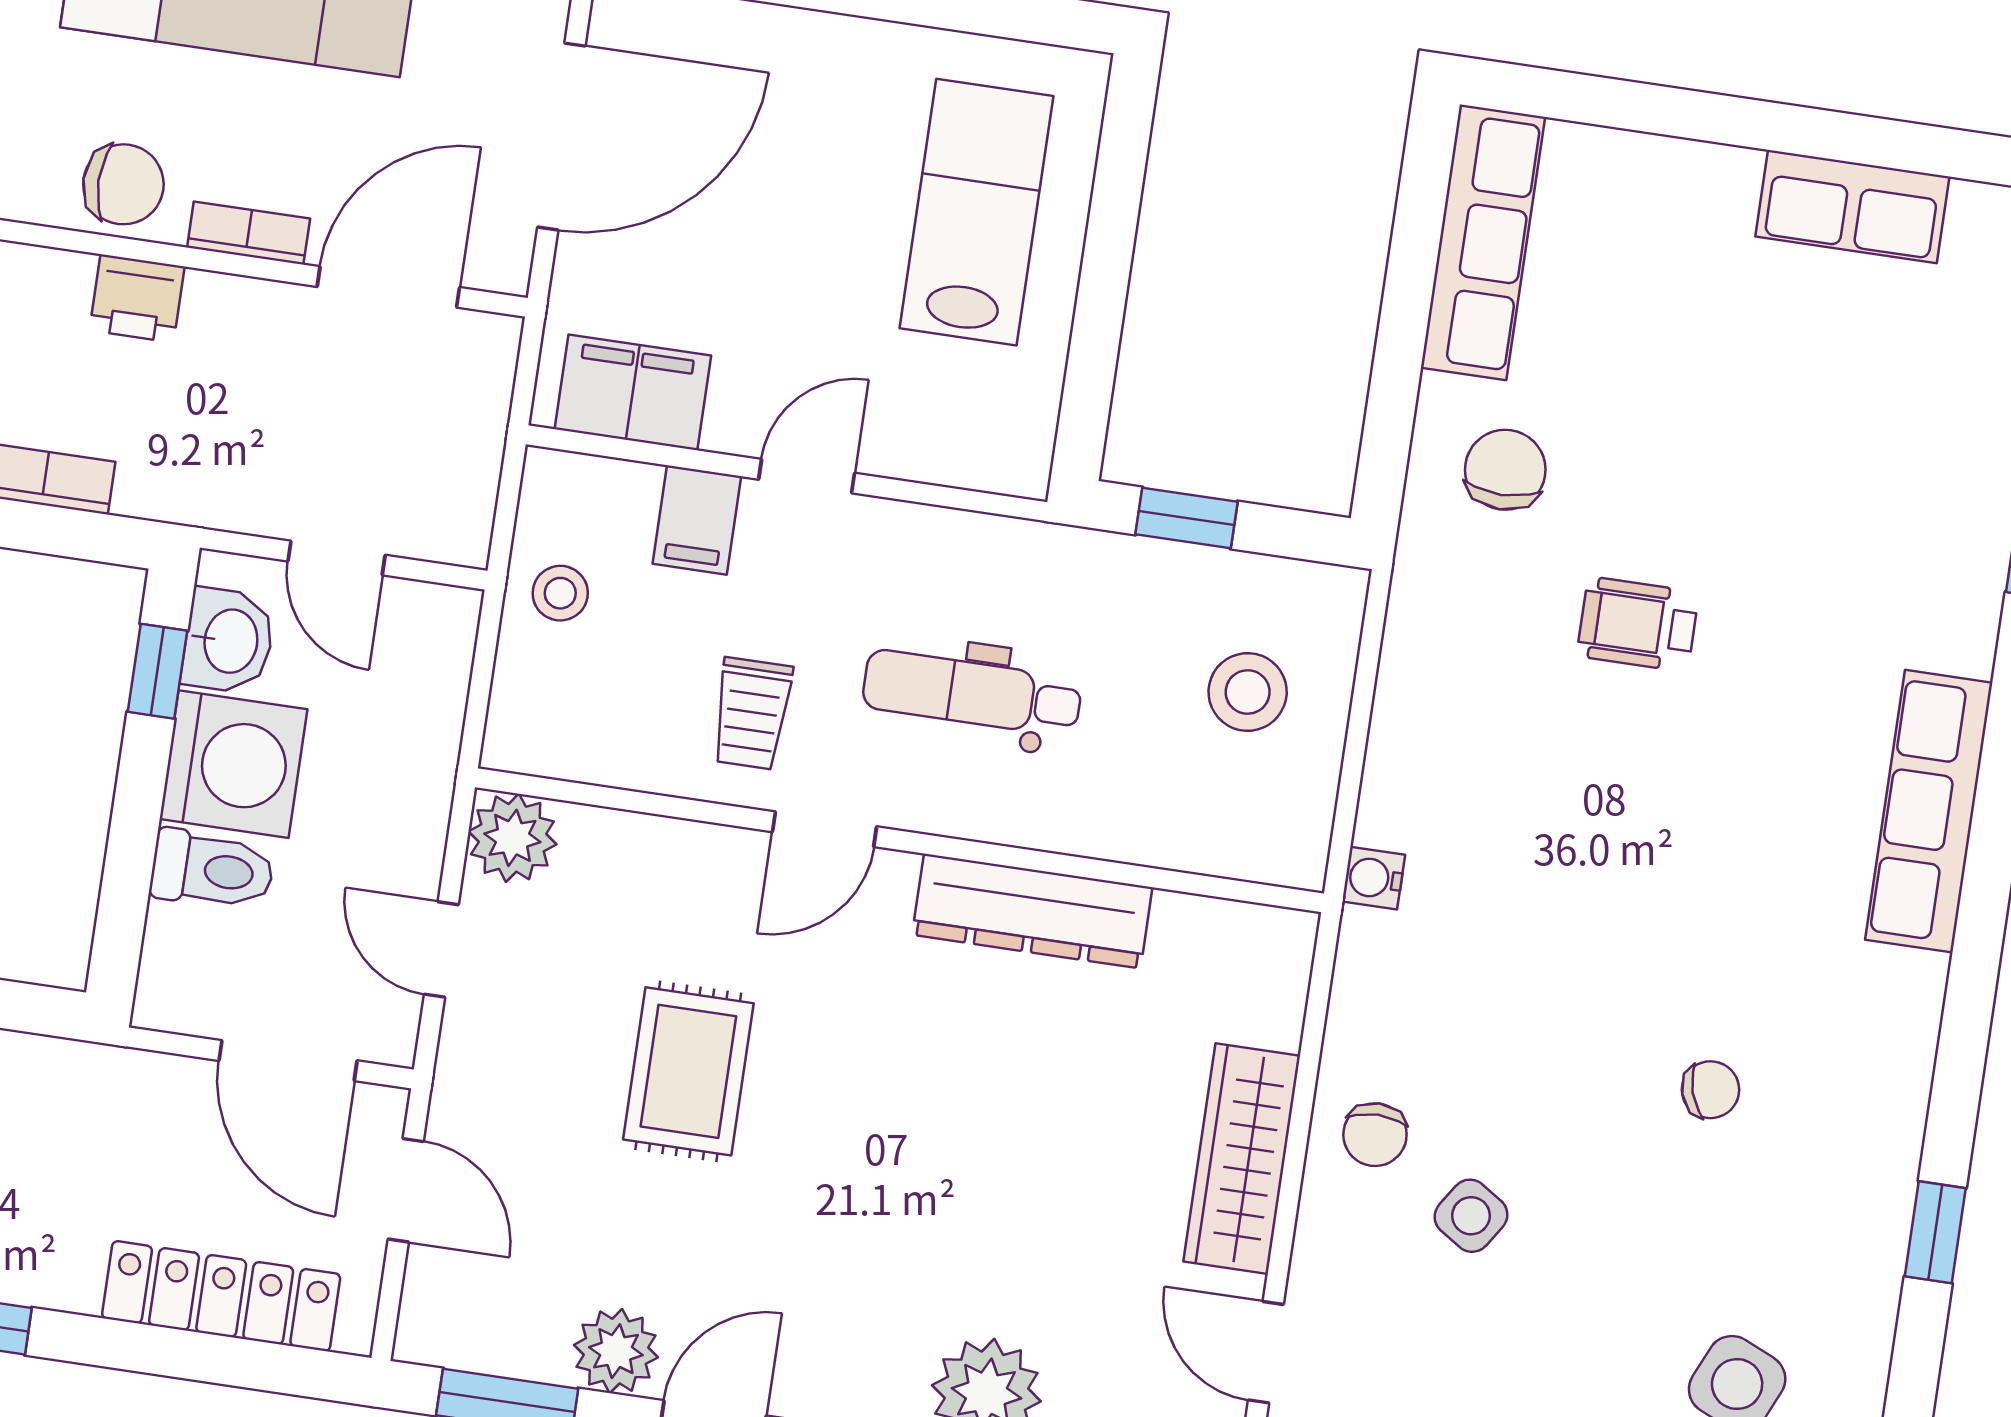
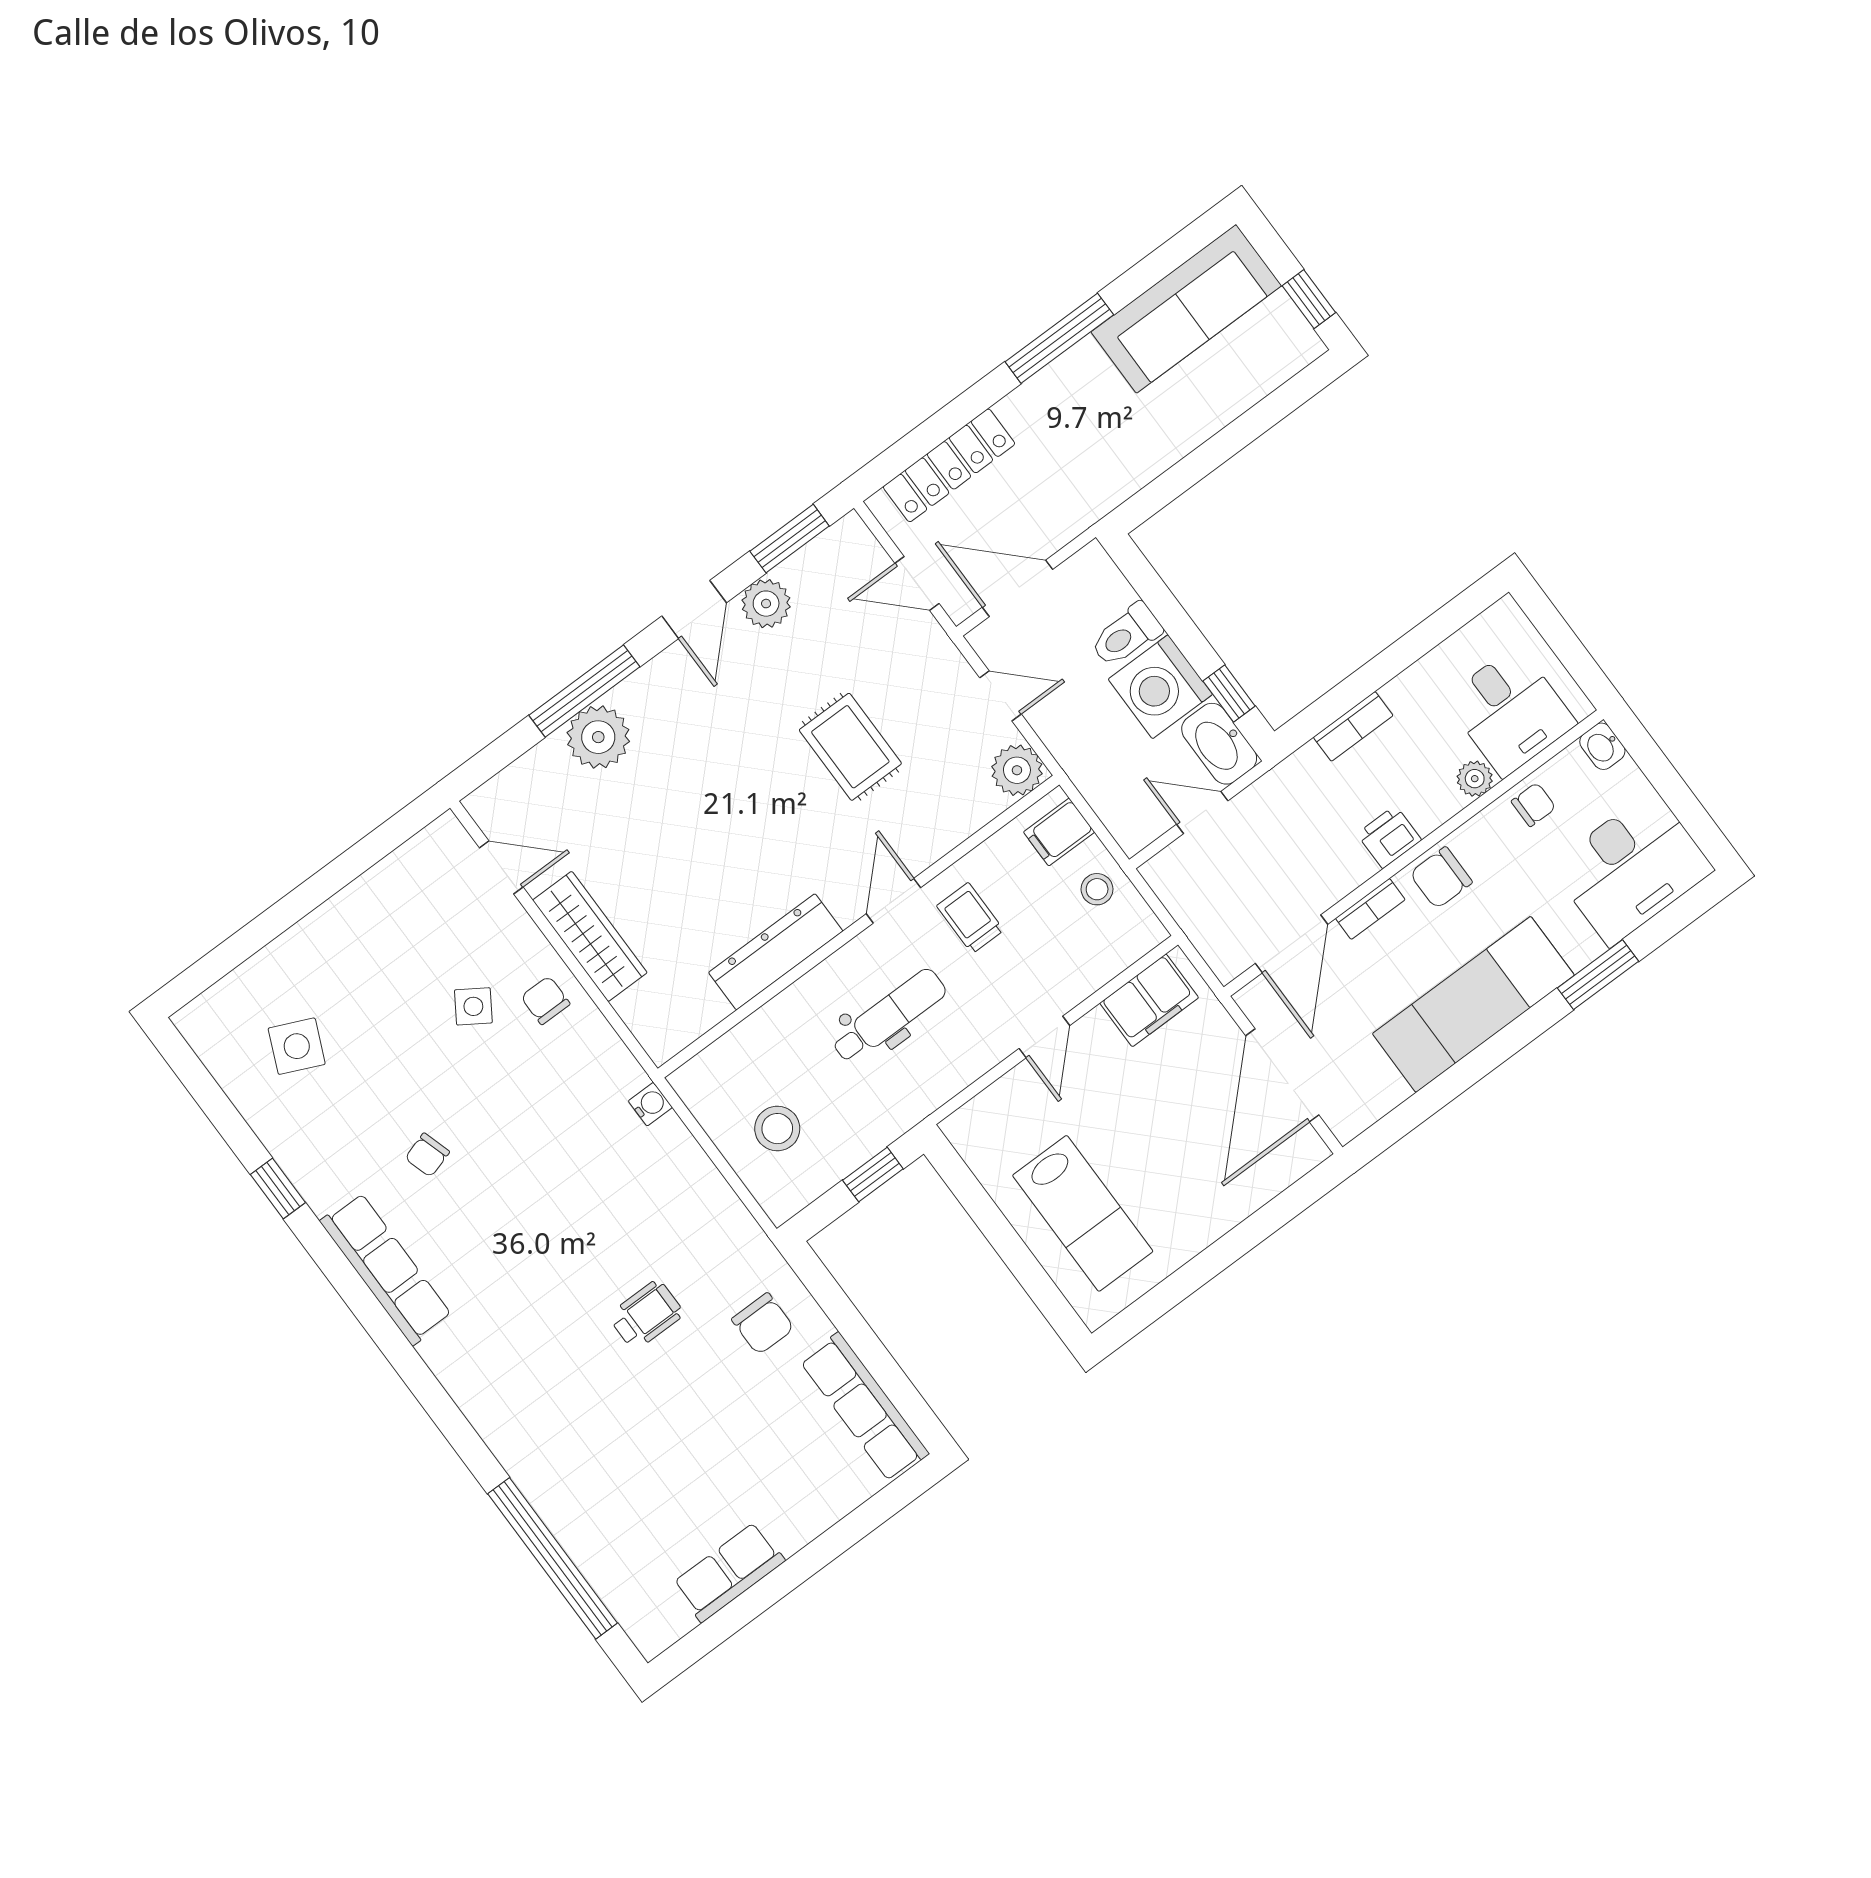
filing cabinet: (697, 520) -> (1059, 832), moved, turned -90
washbasin: (228, 641) -> (1219, 744), width x1.38
row of seats: (1929, 811) -> (386, 1269), moved

